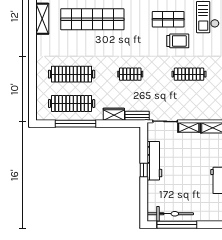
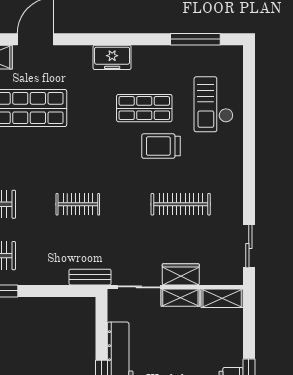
trolley: (178, 41) -> (161, 146), turned 180
wardrobe: (114, 114) -> (181, 274), moved

